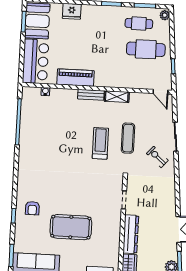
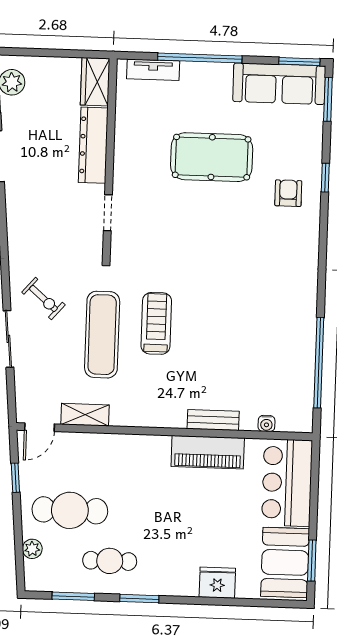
plant: (165, 15) -> (32, 549), moved
cafe table: (139, 24) -> (110, 561), moved
door: (161, 92) -> (39, 427), swing flipped
bench: (91, 95) -> (213, 420), moved
shelving: (117, 97) -> (85, 415), moved
exercise mat: (128, 138) -> (102, 335), width x1.36, depth x1.45
treadmill: (100, 143) -> (156, 323), turned 180

